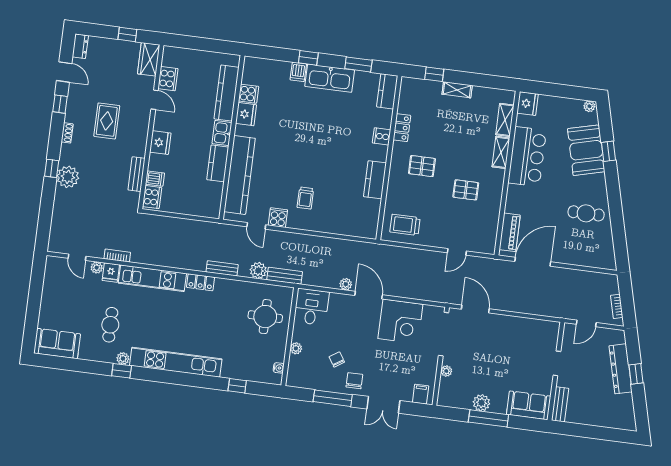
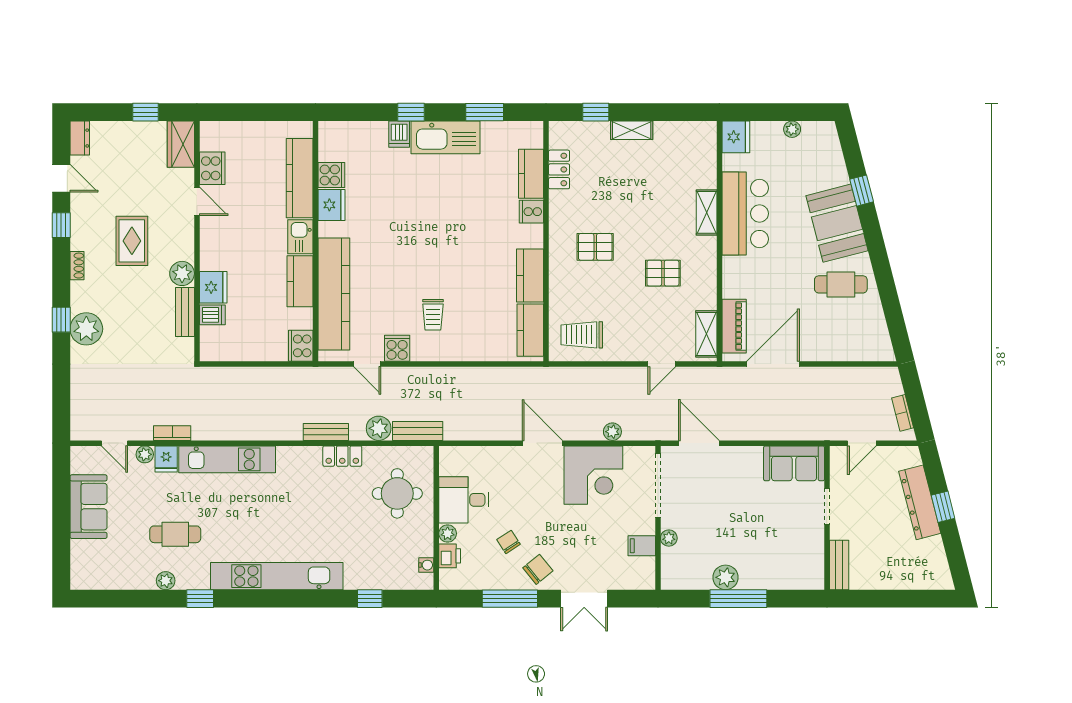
kitchen counter: (387, 91) -> (531, 174), moved
plant: (589, 106) -> (792, 129), moved
shelving: (505, 120) -> (706, 334), moved
locker: (402, 128) -> (559, 169), moved
fridge: (160, 143) -> (213, 287), moved
plant: (138, 148) -> (182, 273), added
booth: (586, 150) -> (837, 223), moved
cooker: (152, 197) -> (301, 346), moved, turned 180
kitchen counter: (370, 217) -> (530, 330), added
locker: (201, 282) -> (342, 456), moved
plant: (346, 284) -> (612, 432), moved
desk: (311, 307) -> (464, 500), moved, turned -90
cafe table: (110, 325) -> (175, 534), turned 90
sofa: (57, 344) -> (88, 507), moved, turned 90
plant: (123, 359) -> (166, 581), moved
printer: (295, 364) -> (450, 556), added
chair: (354, 381) -> (538, 569), turned 51
filing cabinet: (421, 394) -> (642, 546), moved, turned -90
sofa: (529, 405) -> (794, 463), moved, turned 180

